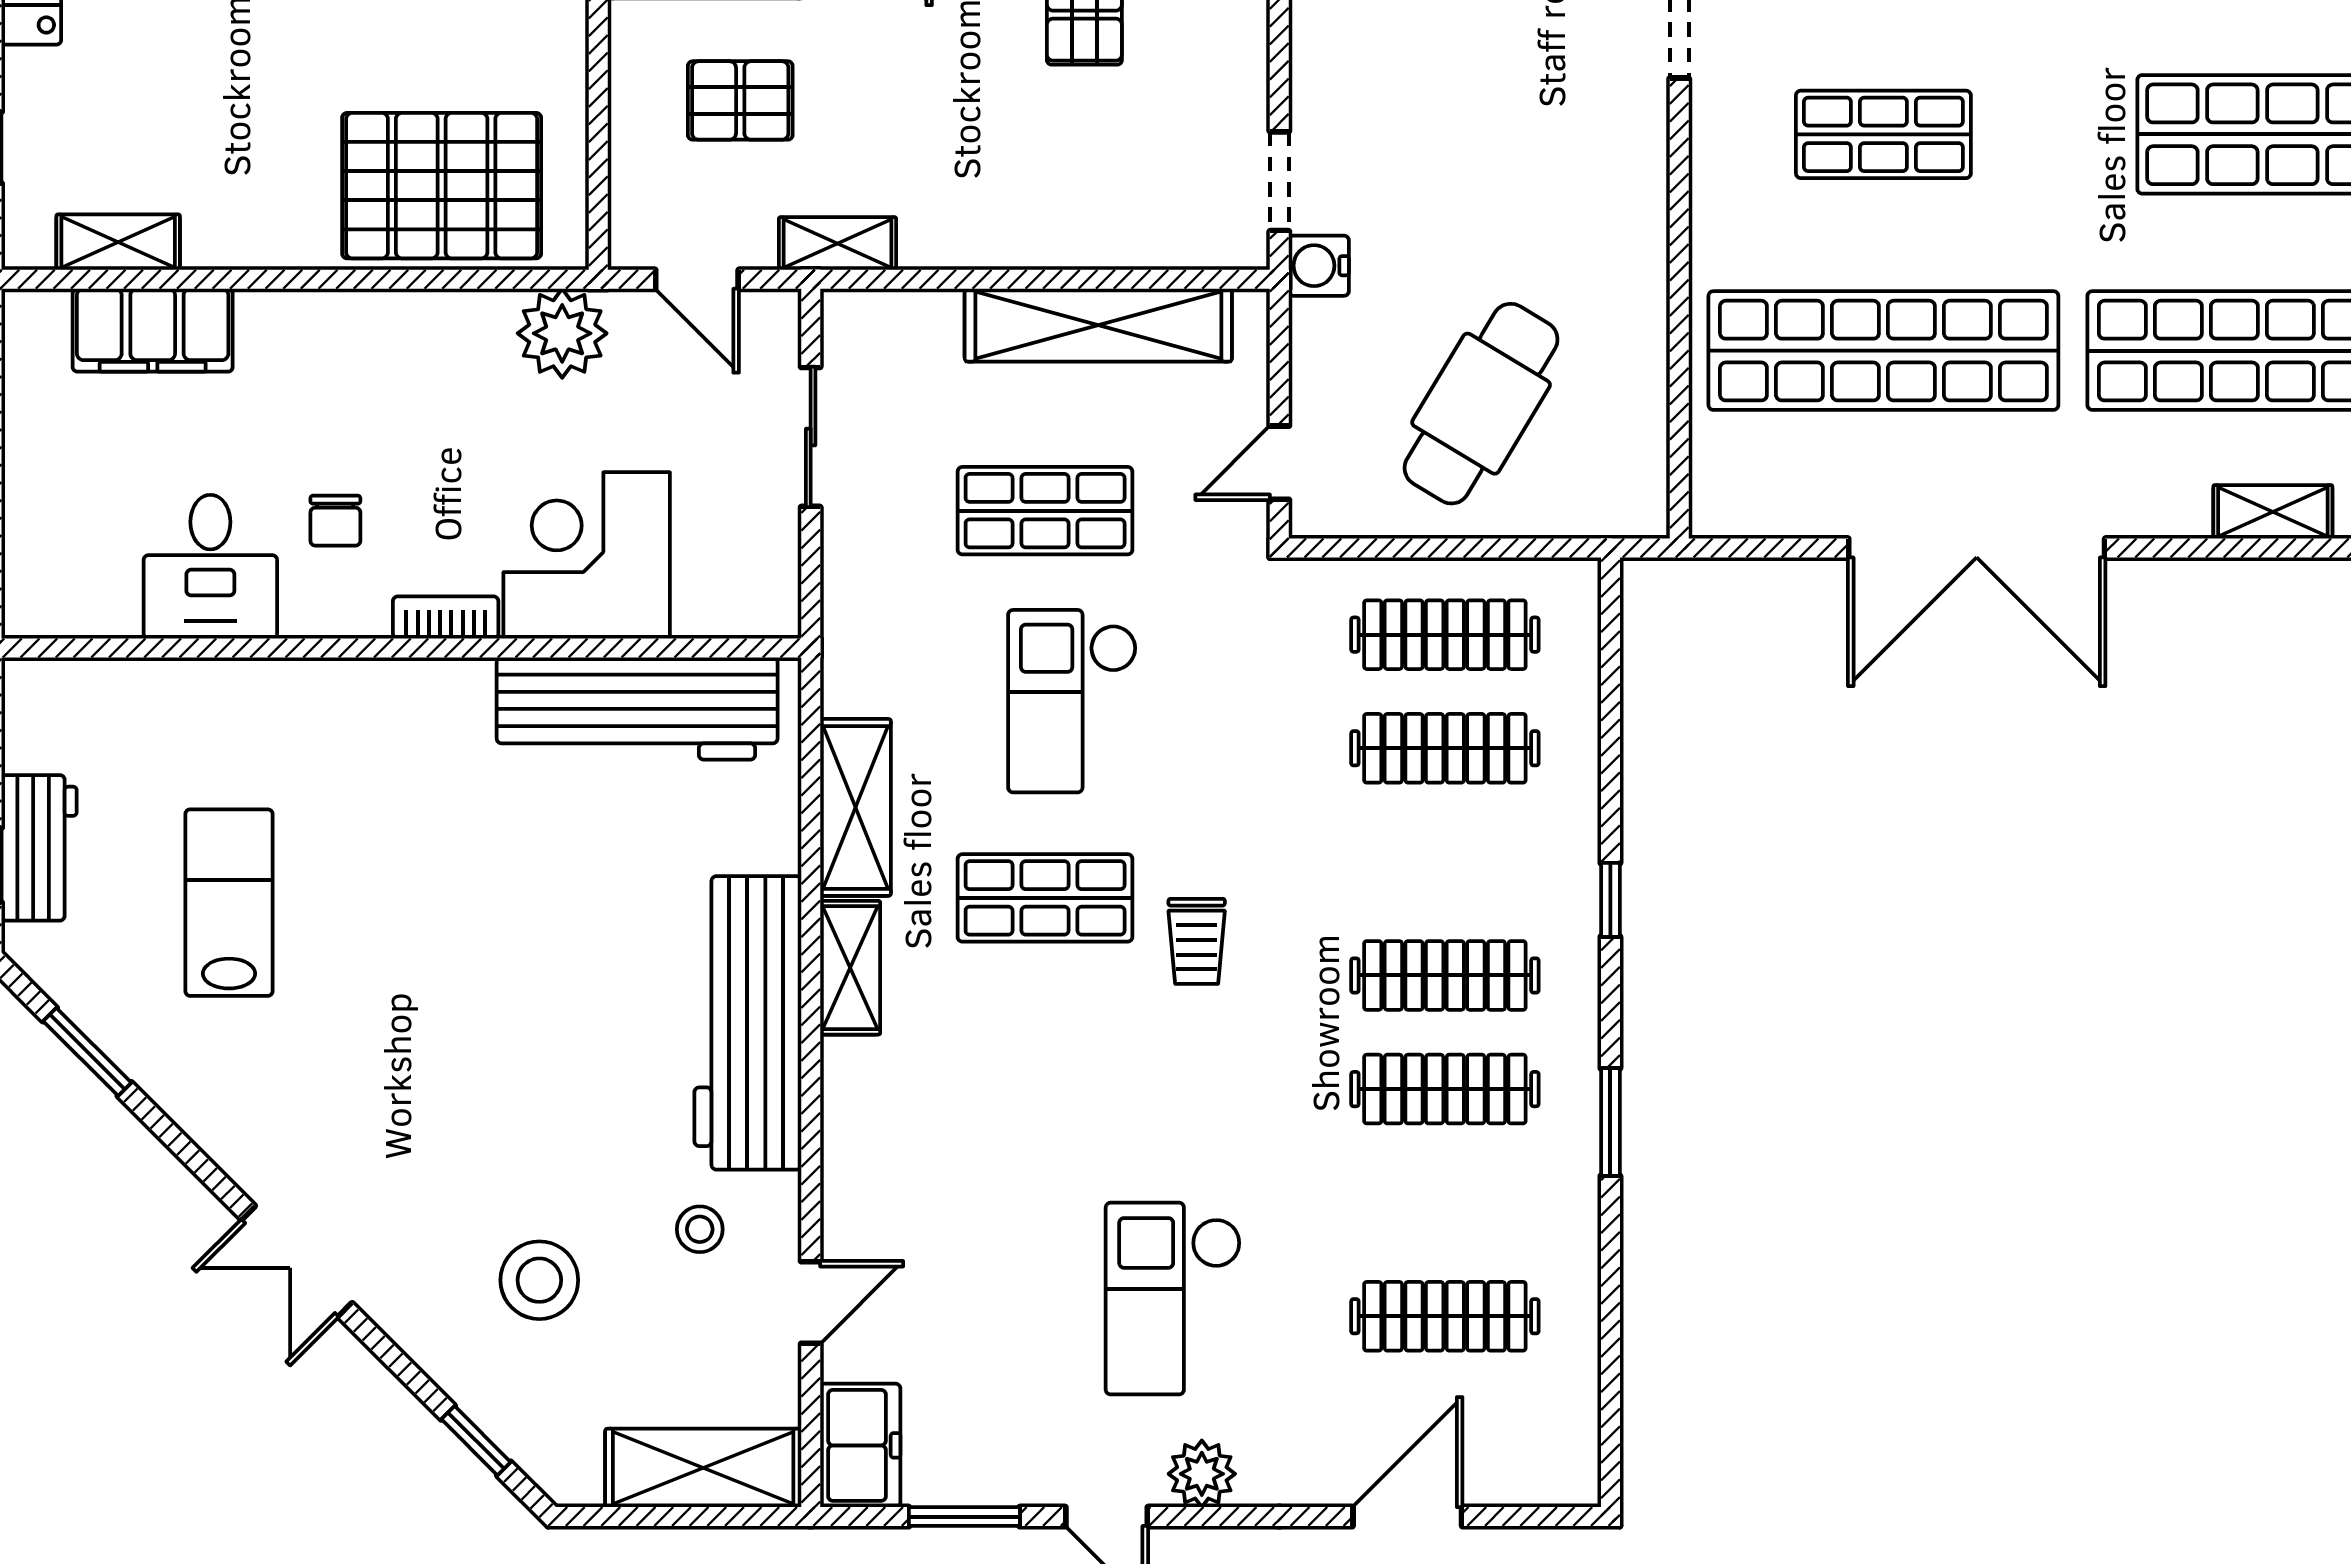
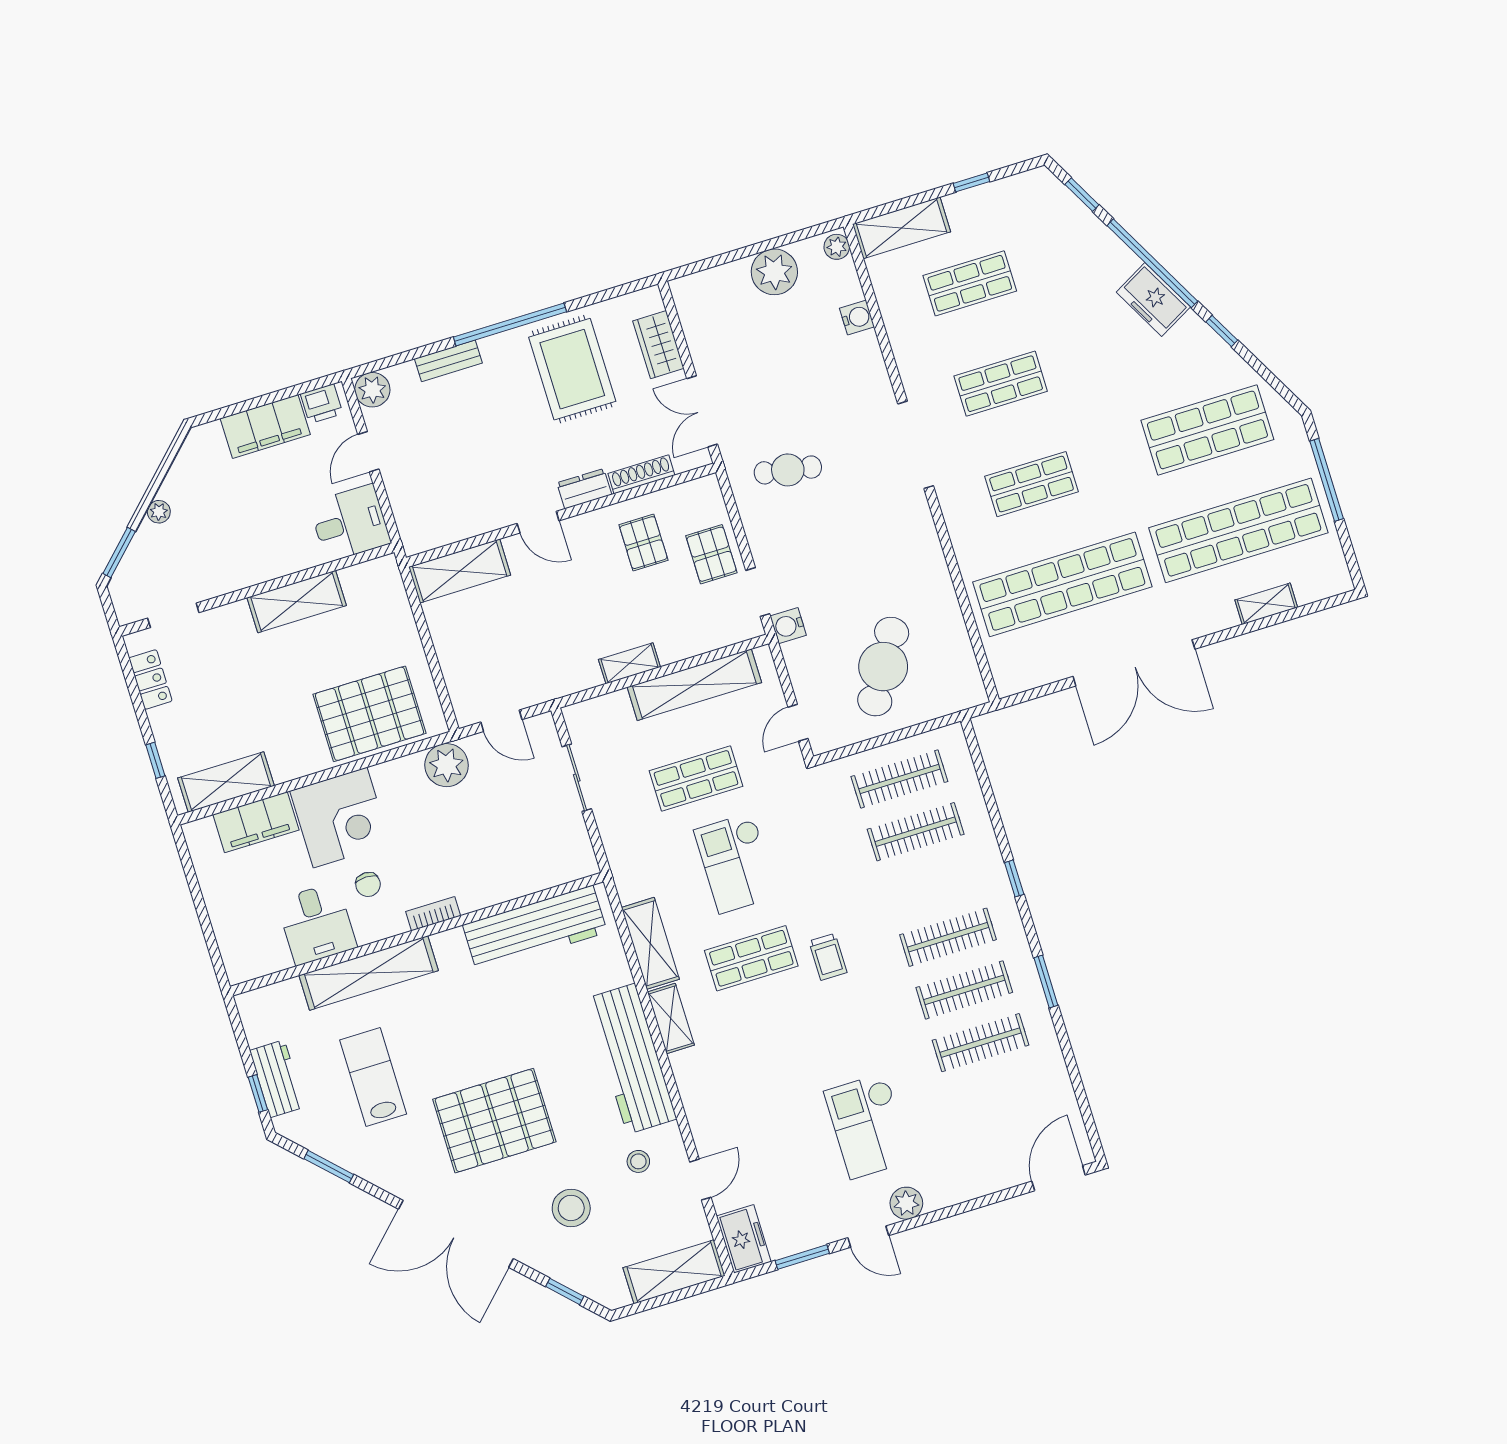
pallet: (740, 100) -> (711, 554), moved, turned 90
shelving: (118, 242) -> (226, 782), width x1.50, depth x1.33
shelving: (838, 244) -> (629, 663), moved
corner desk: (587, 555) -> (340, 818), moved, turned 180
shelving: (283, 695) -> (369, 973), added
pallet: (441, 1062) -> (494, 1121), added
double door: (297, 1261) -> (456, 1234), width x1.87
clothes rail: (1445, 1316) -> (981, 1043), moved
door: (1407, 1517) -> (1059, 1178), moved

